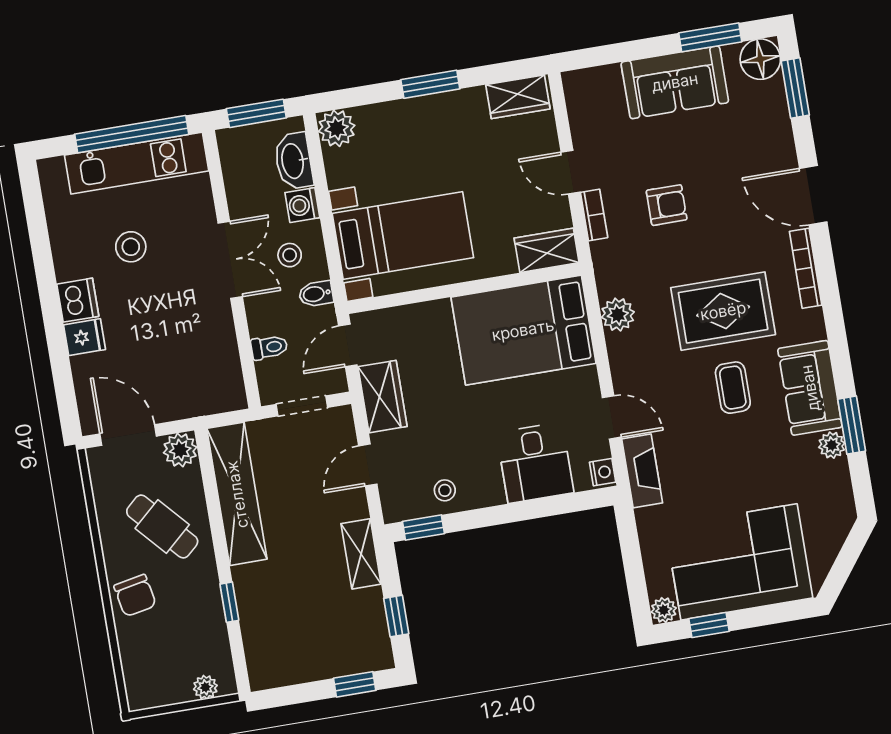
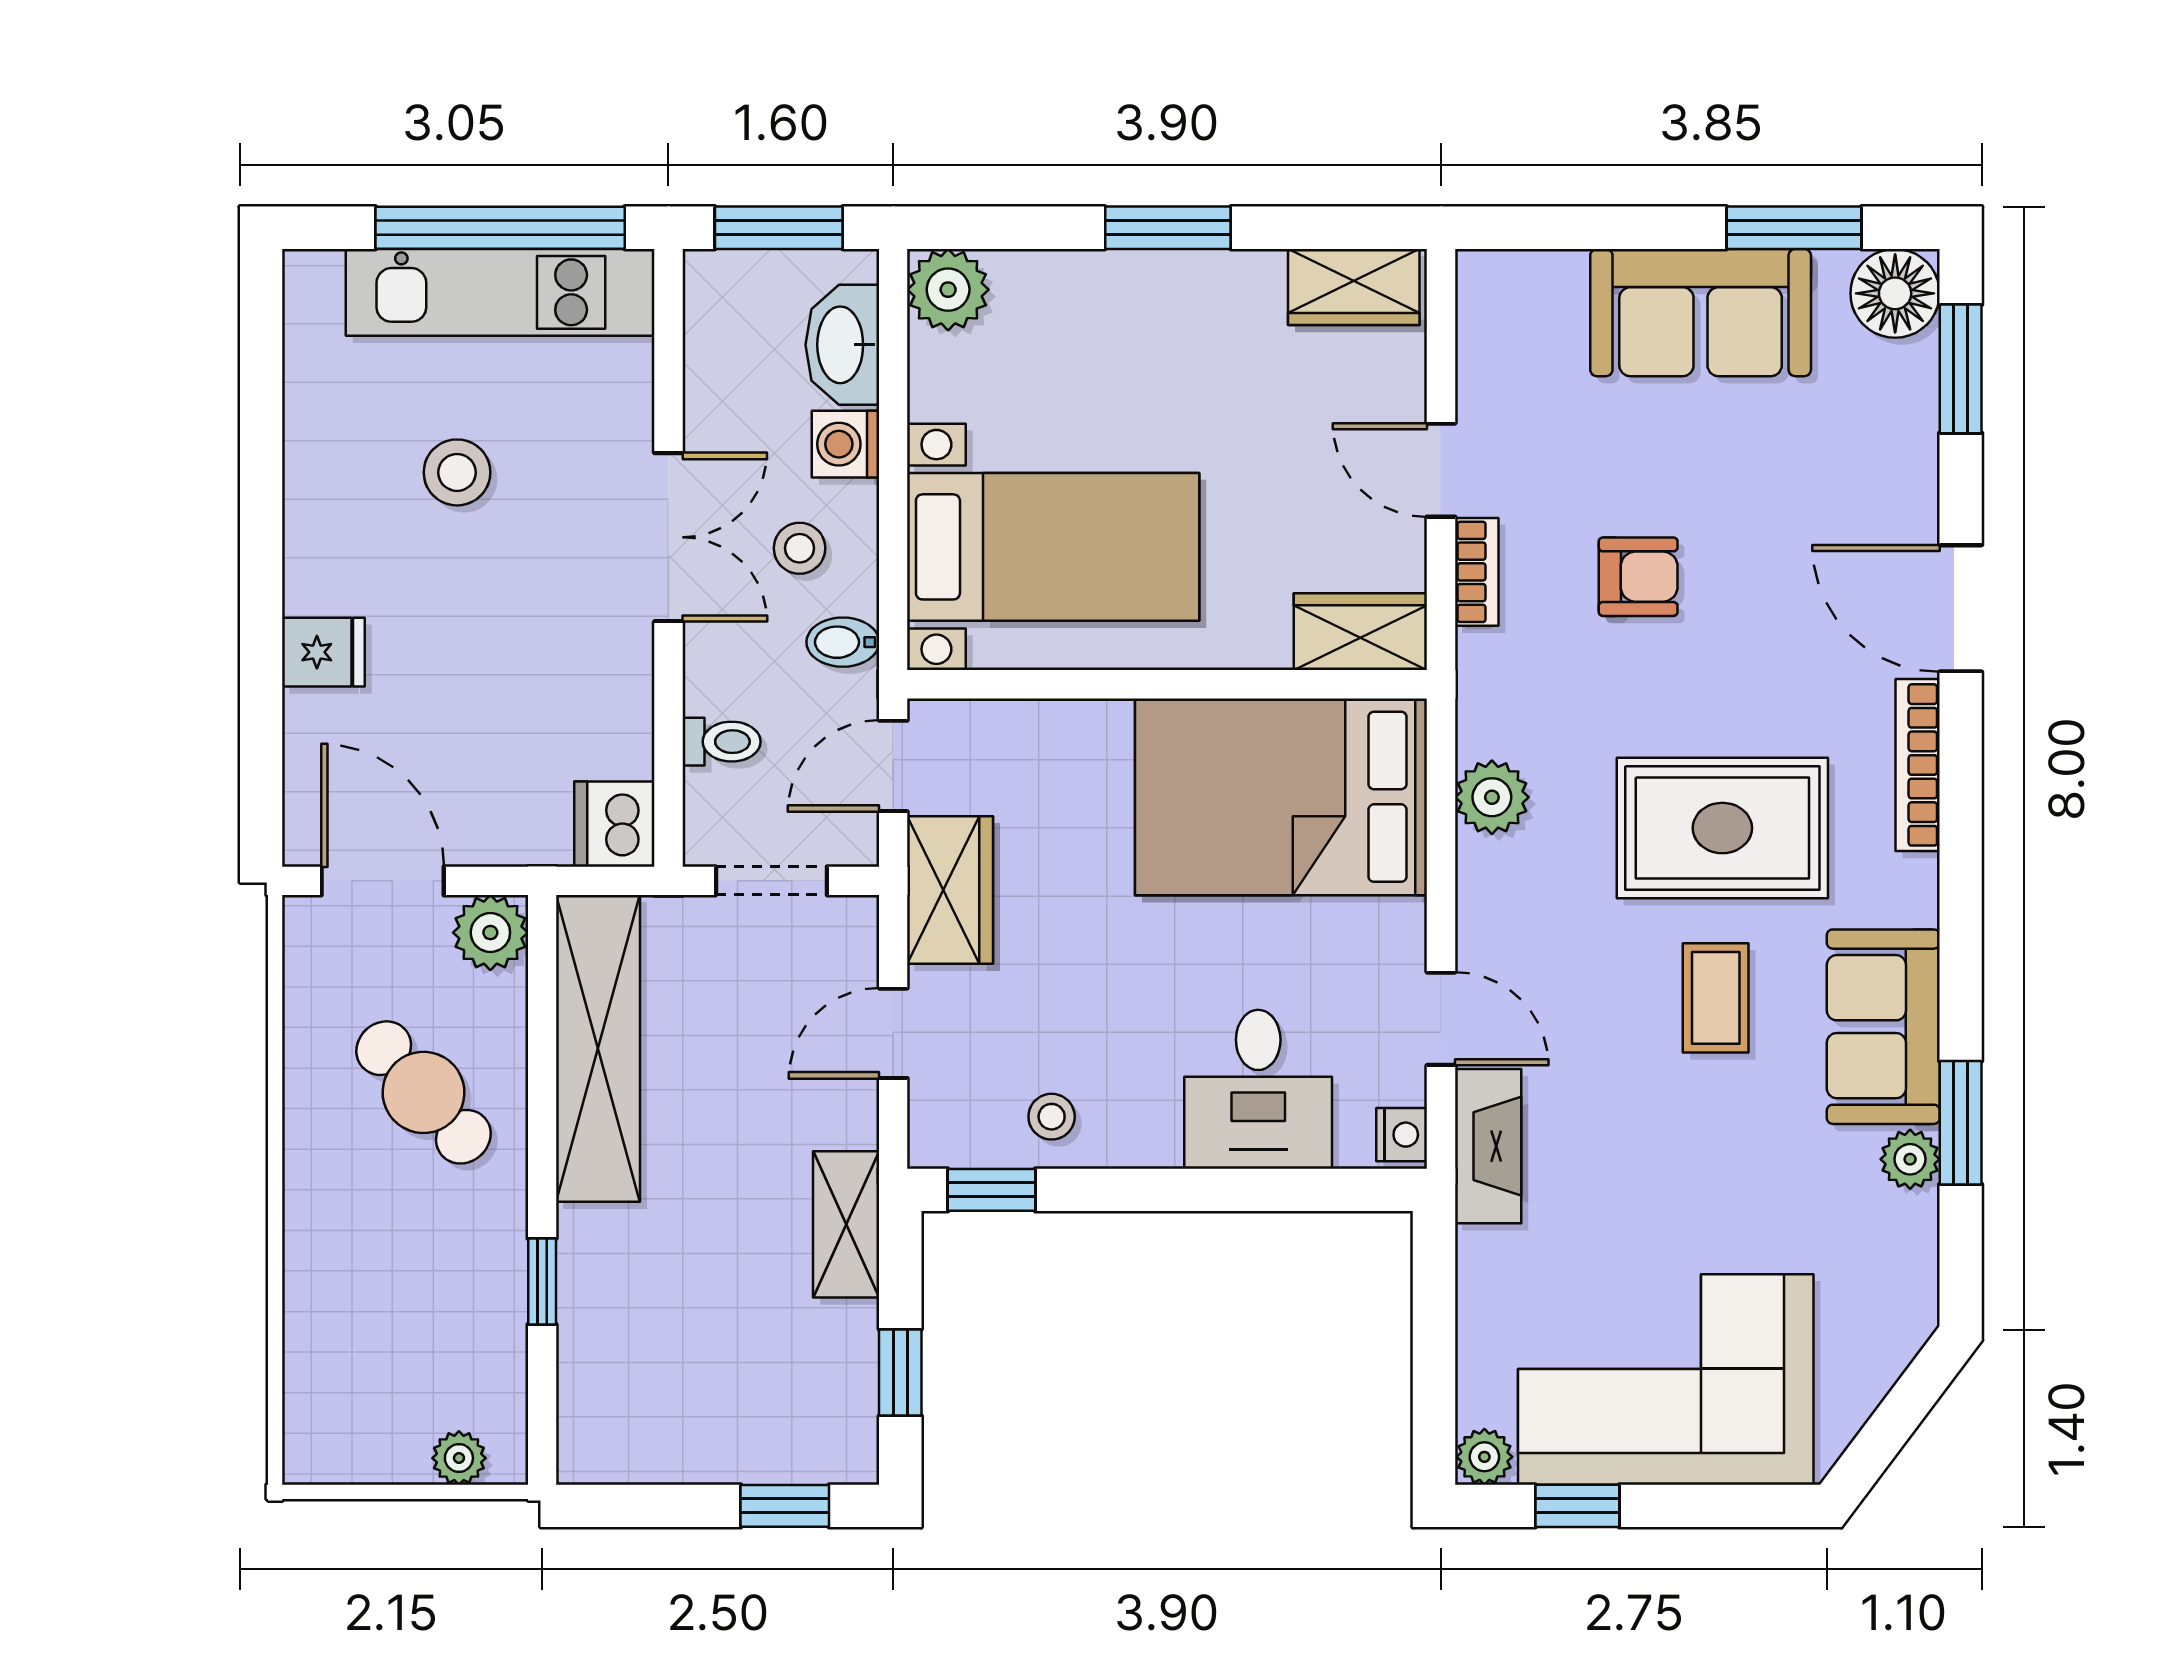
dishwasher: (78, 300) -> (614, 824), moved, turned 180
chair: (135, 595) -> (339, 1233), removed

